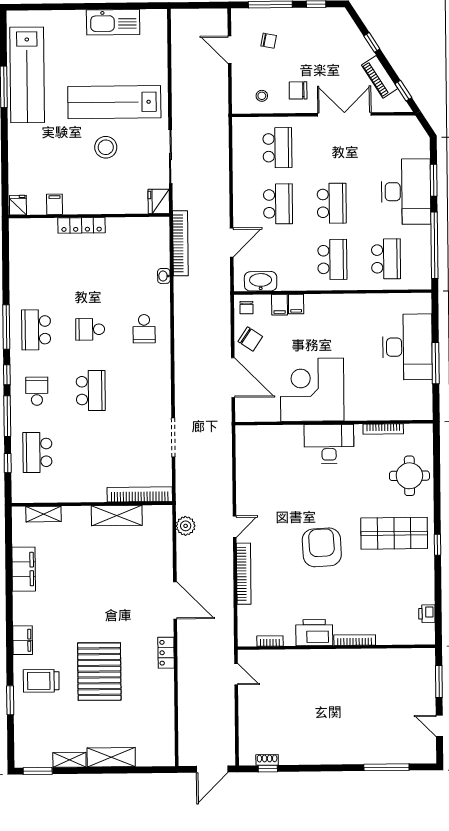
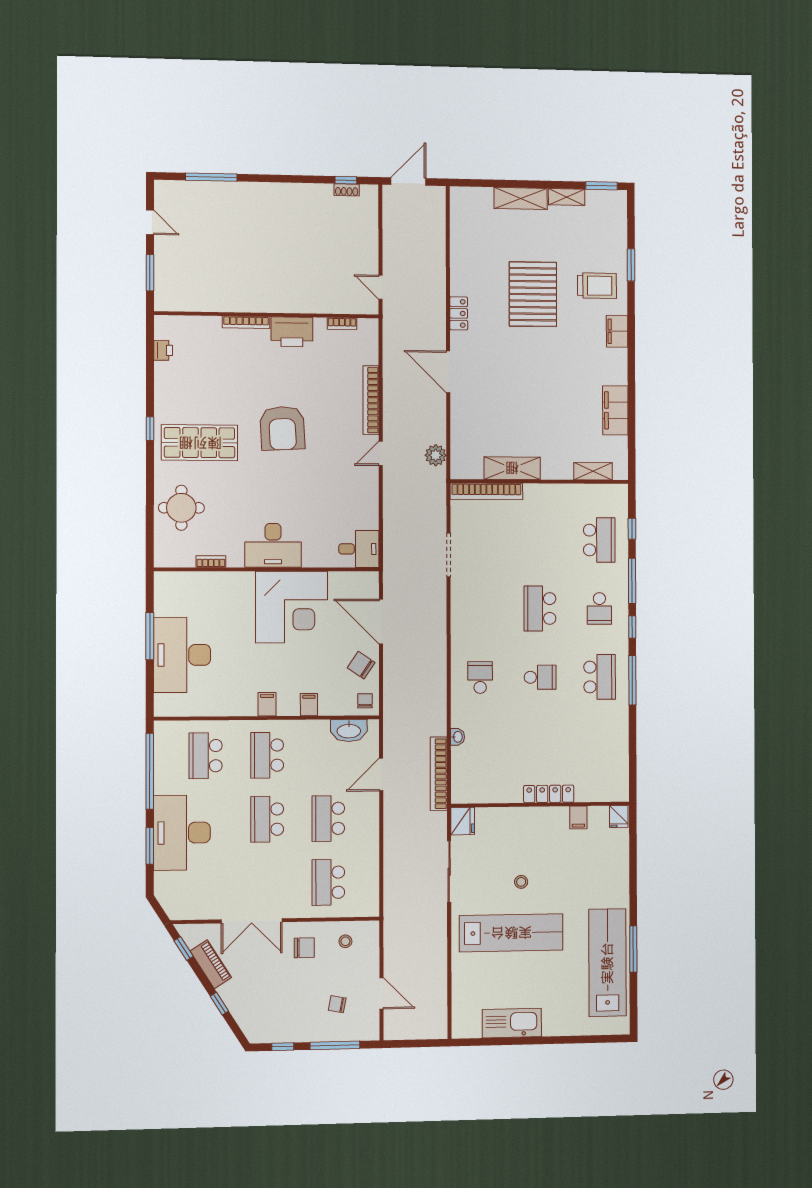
stool: (106, 147) -> (521, 882), width x0.53, depth x0.53
filing cabinet: (279, 305) -> (267, 704), moved
bookcase: (383, 429) -> (211, 562), width x0.64
desk: (253, 442) -> (359, 549), added

